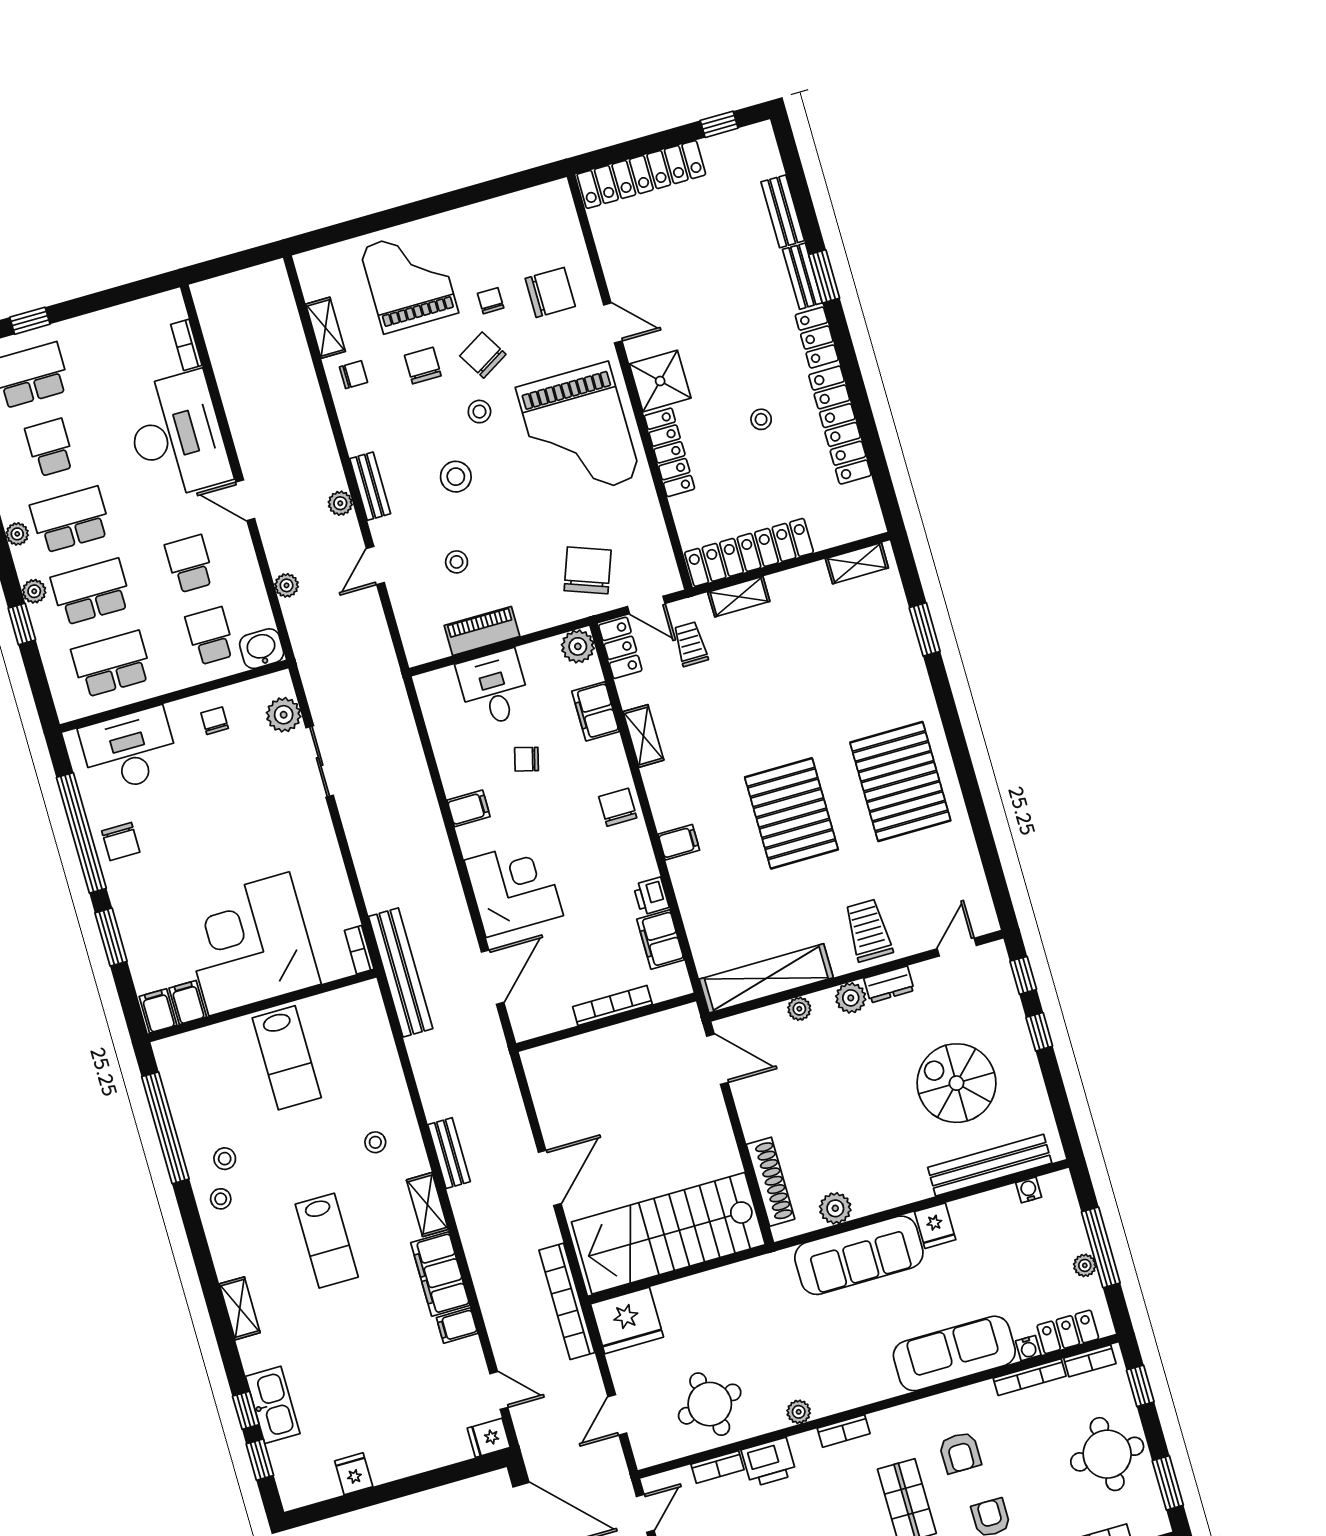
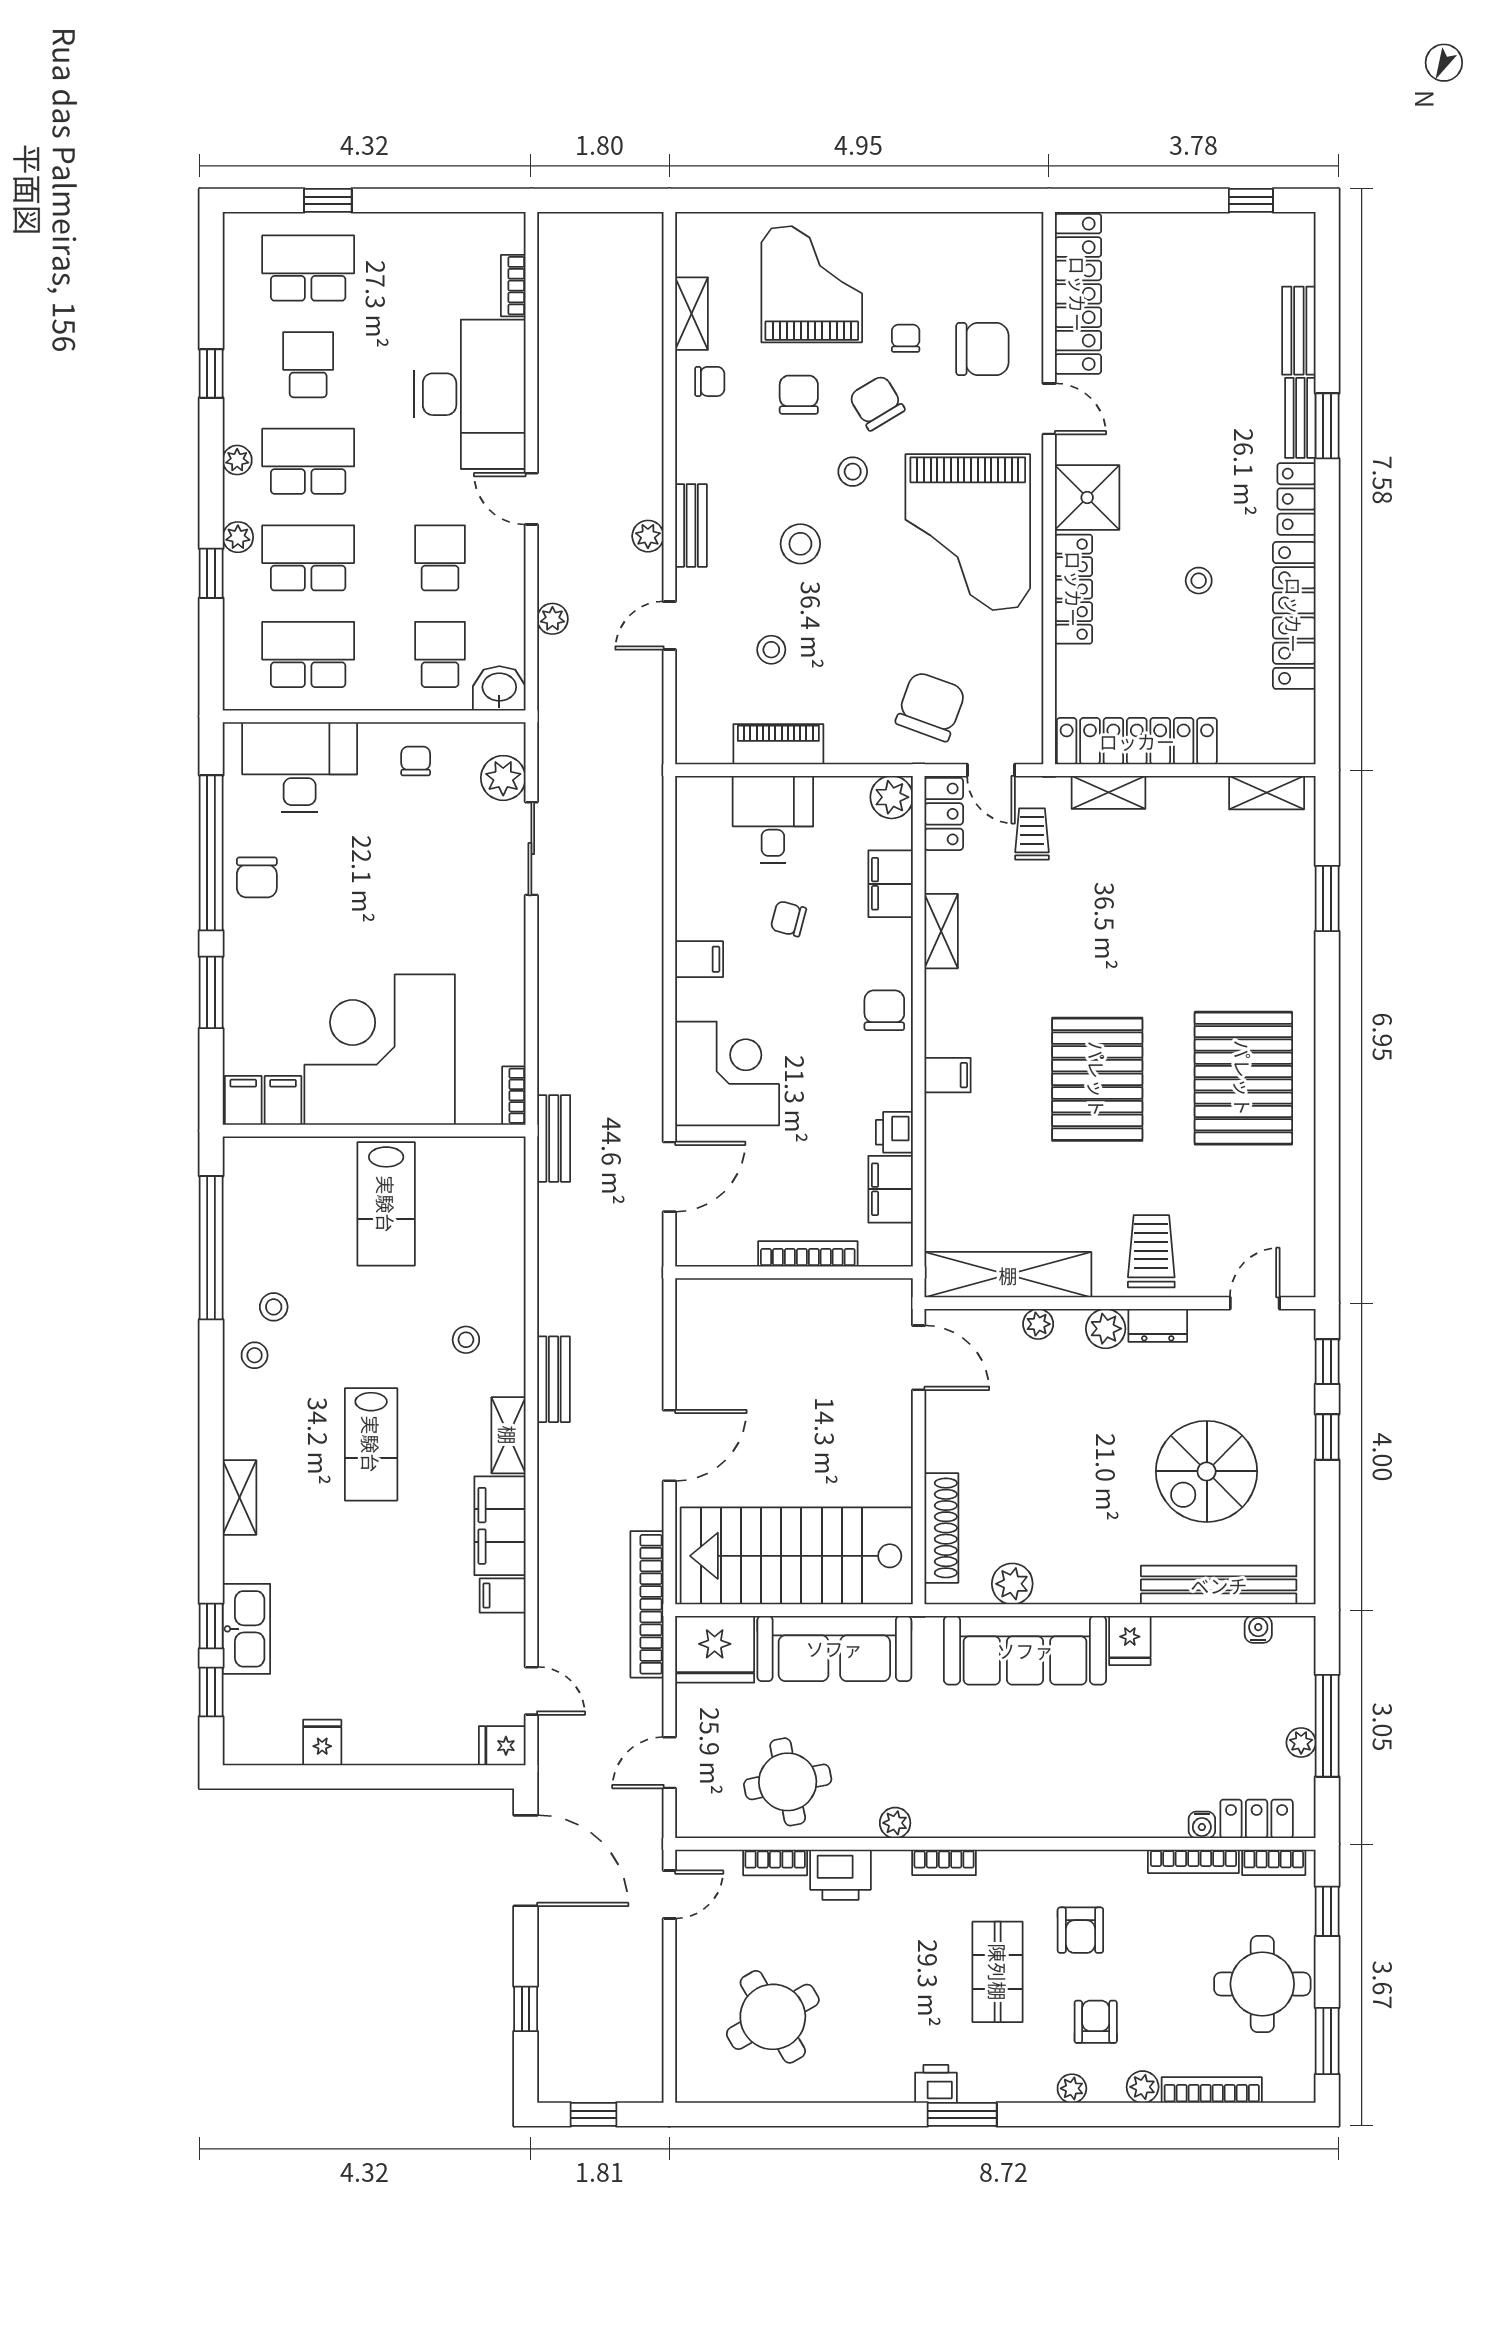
locker: (641, 174) -> (1078, 294), moved, turned -90
bench: (401, 973) -> (554, 1138), width x0.54, depth x0.82
spiral stairs: (956, 1083) -> (1207, 1471), turned -90
sofa: (954, 1353) -> (834, 1648), moved, turned 180

